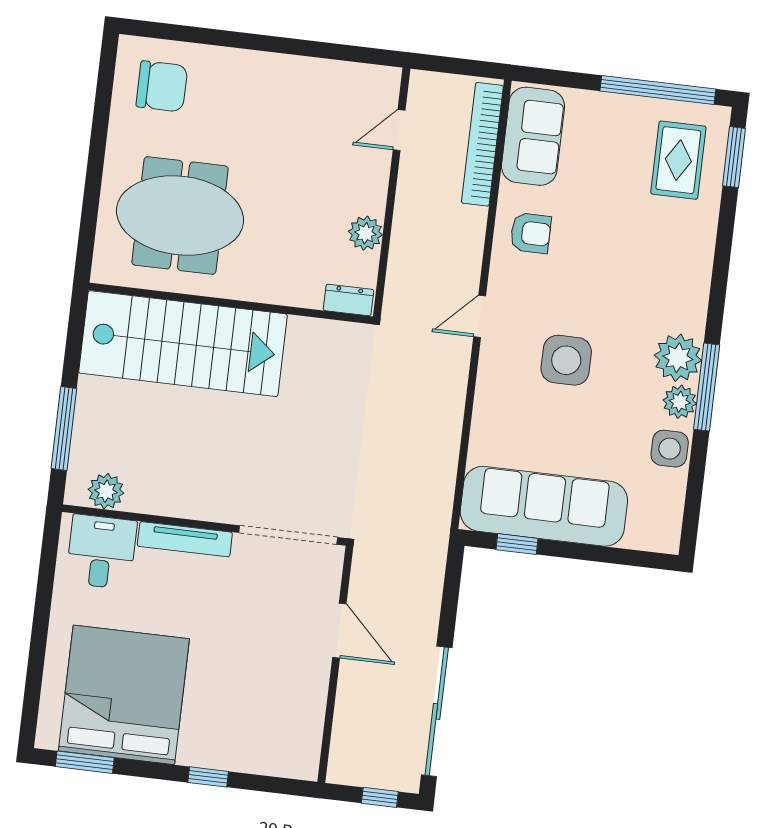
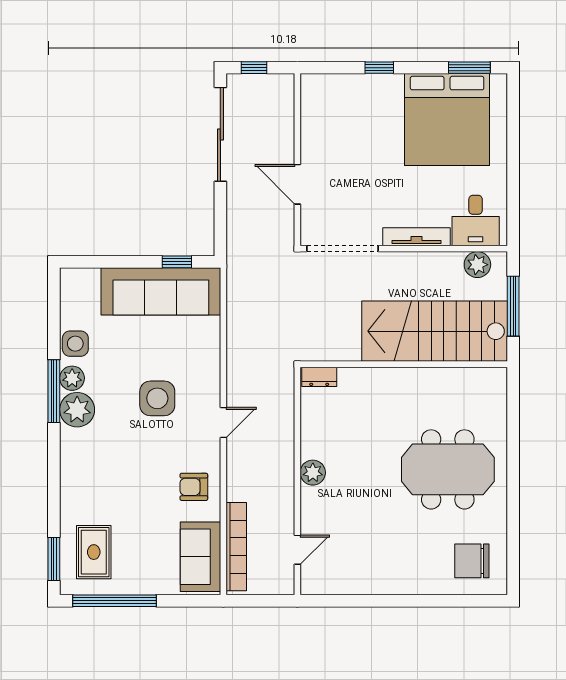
dresser: (349, 300) -> (319, 377), moved
wall: (231, 303) -> (404, 364), moved
stairs: (183, 344) -> (435, 331), moved

